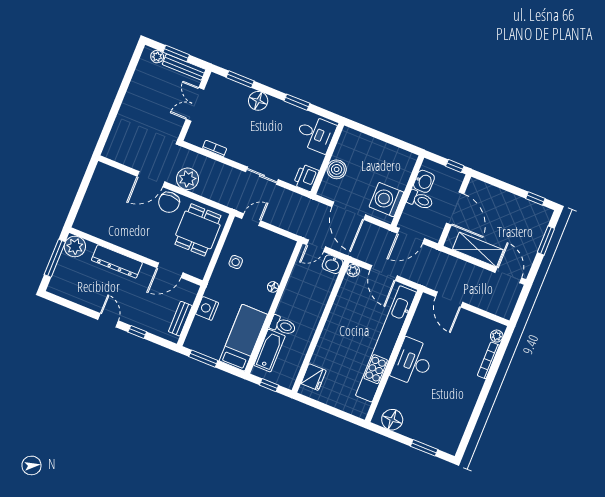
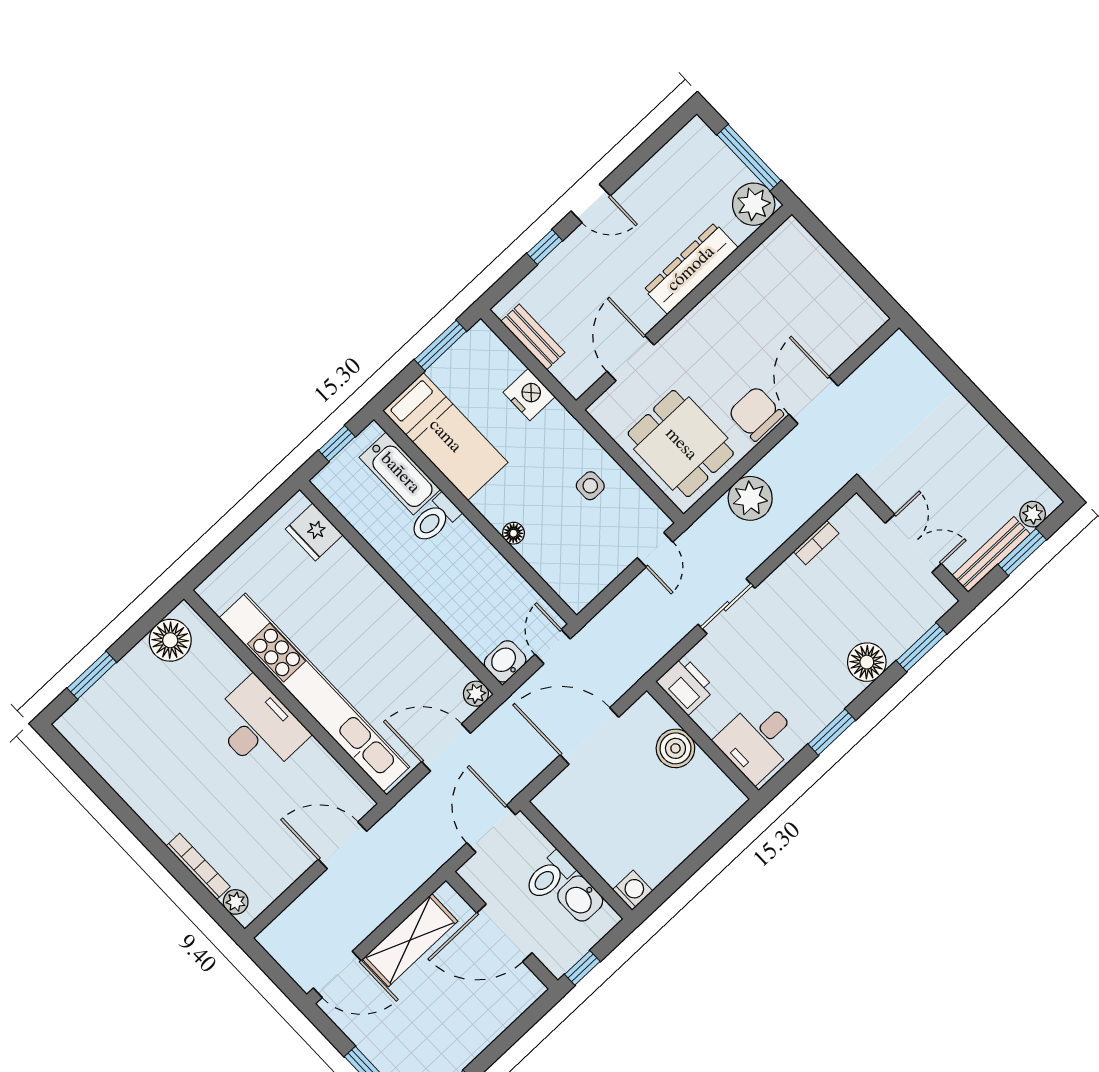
plant: (188, 179) -> (750, 498), moved
washing machine: (386, 200) -> (633, 890), moved, width x0.53, depth x0.53

